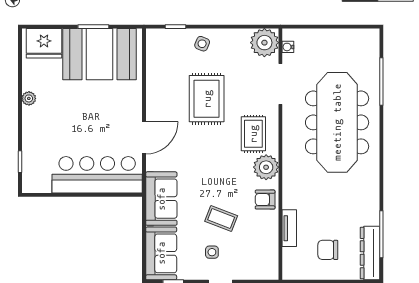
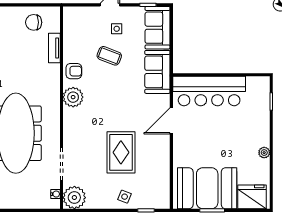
rug: (253, 134) -> (83, 124), removed
chair: (328, 250) -> (34, 22), moved, turned 180

